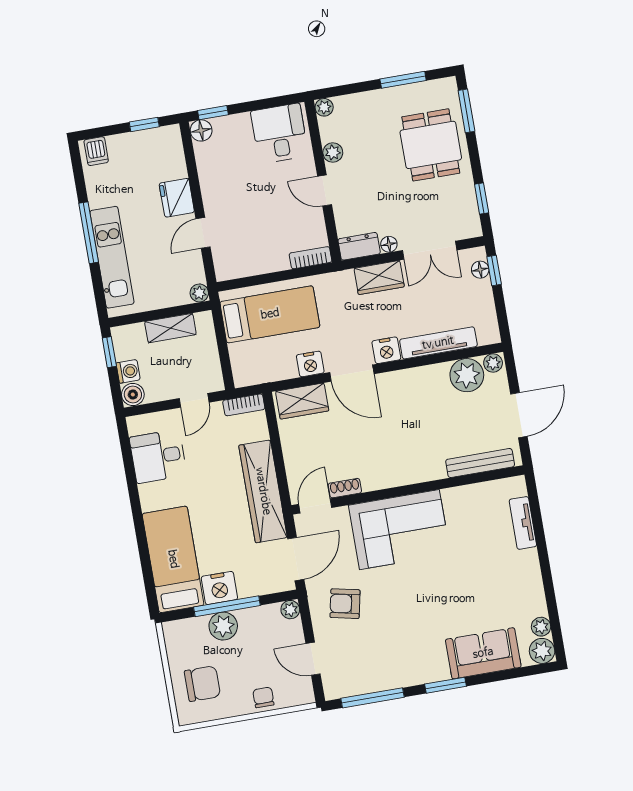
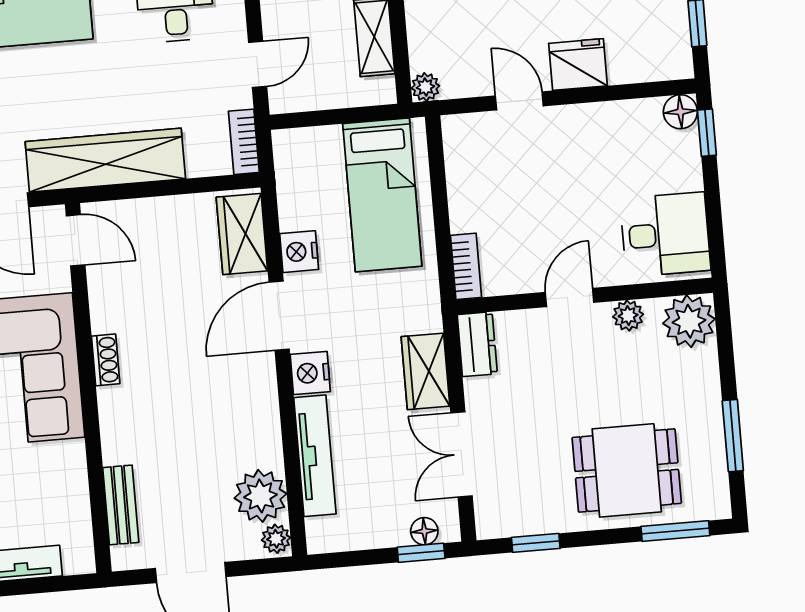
plant: (324, 107) -> (689, 321), width x1.88, depth x1.88
floor lamp: (389, 244) -> (476, 391), removed
door: (194, 400) -> (258, 64), swing flipped
bench: (480, 463) -> (121, 505), width x0.73
shoe rack: (345, 488) -> (106, 360), moved

